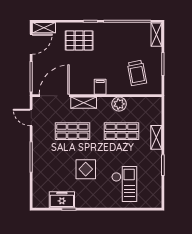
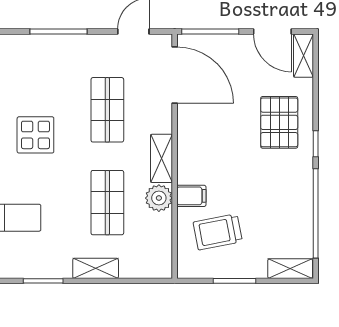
filing cabinet: (100, 87) -> (191, 196), moved
shelving: (84, 103) -> (161, 158), moved

